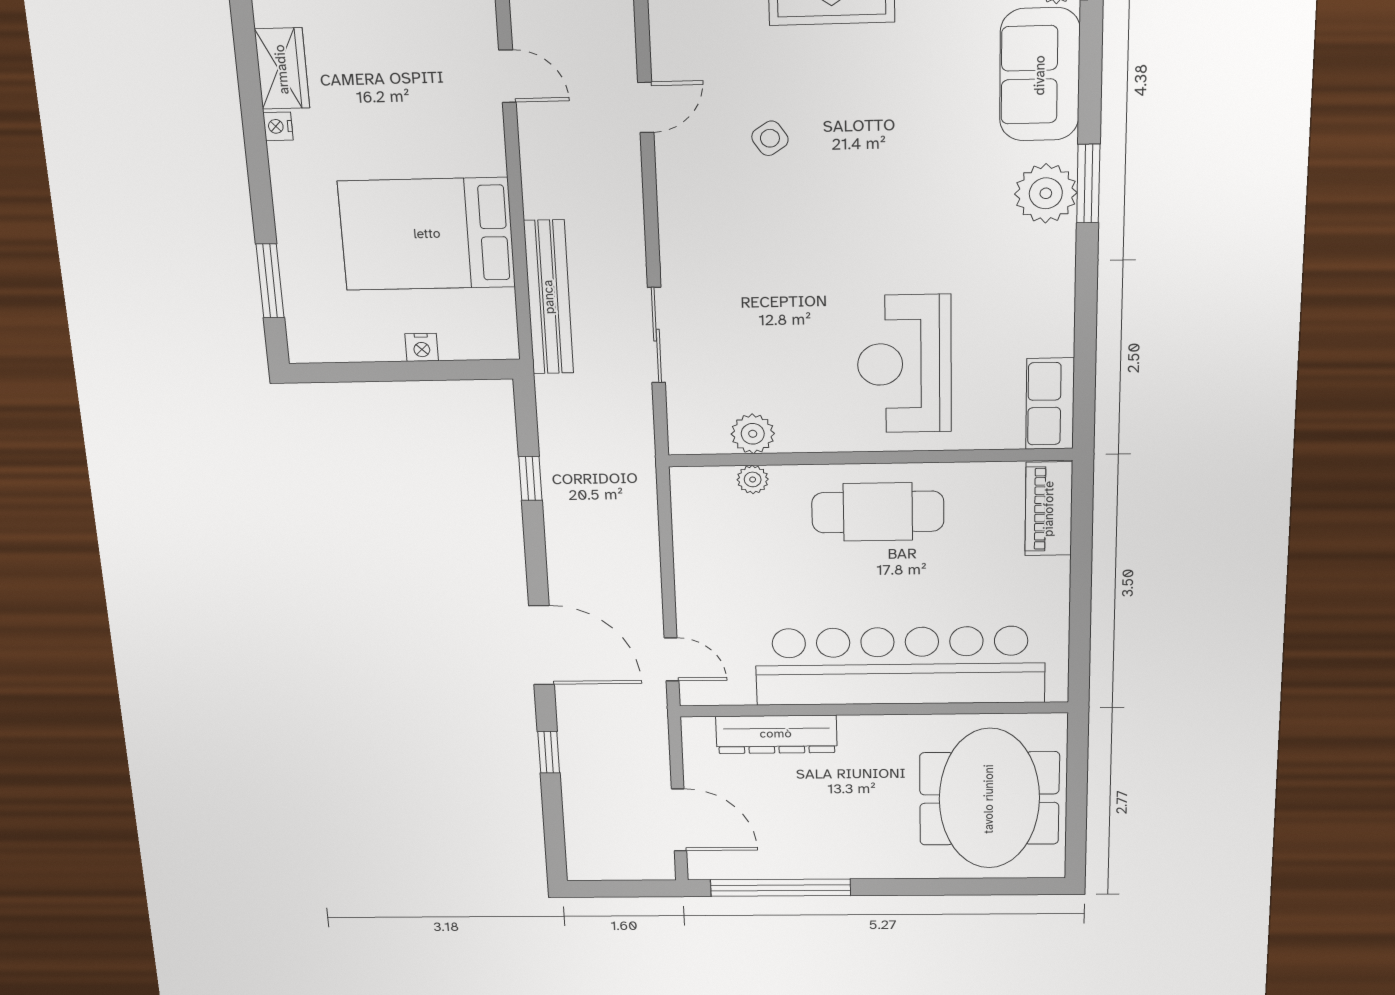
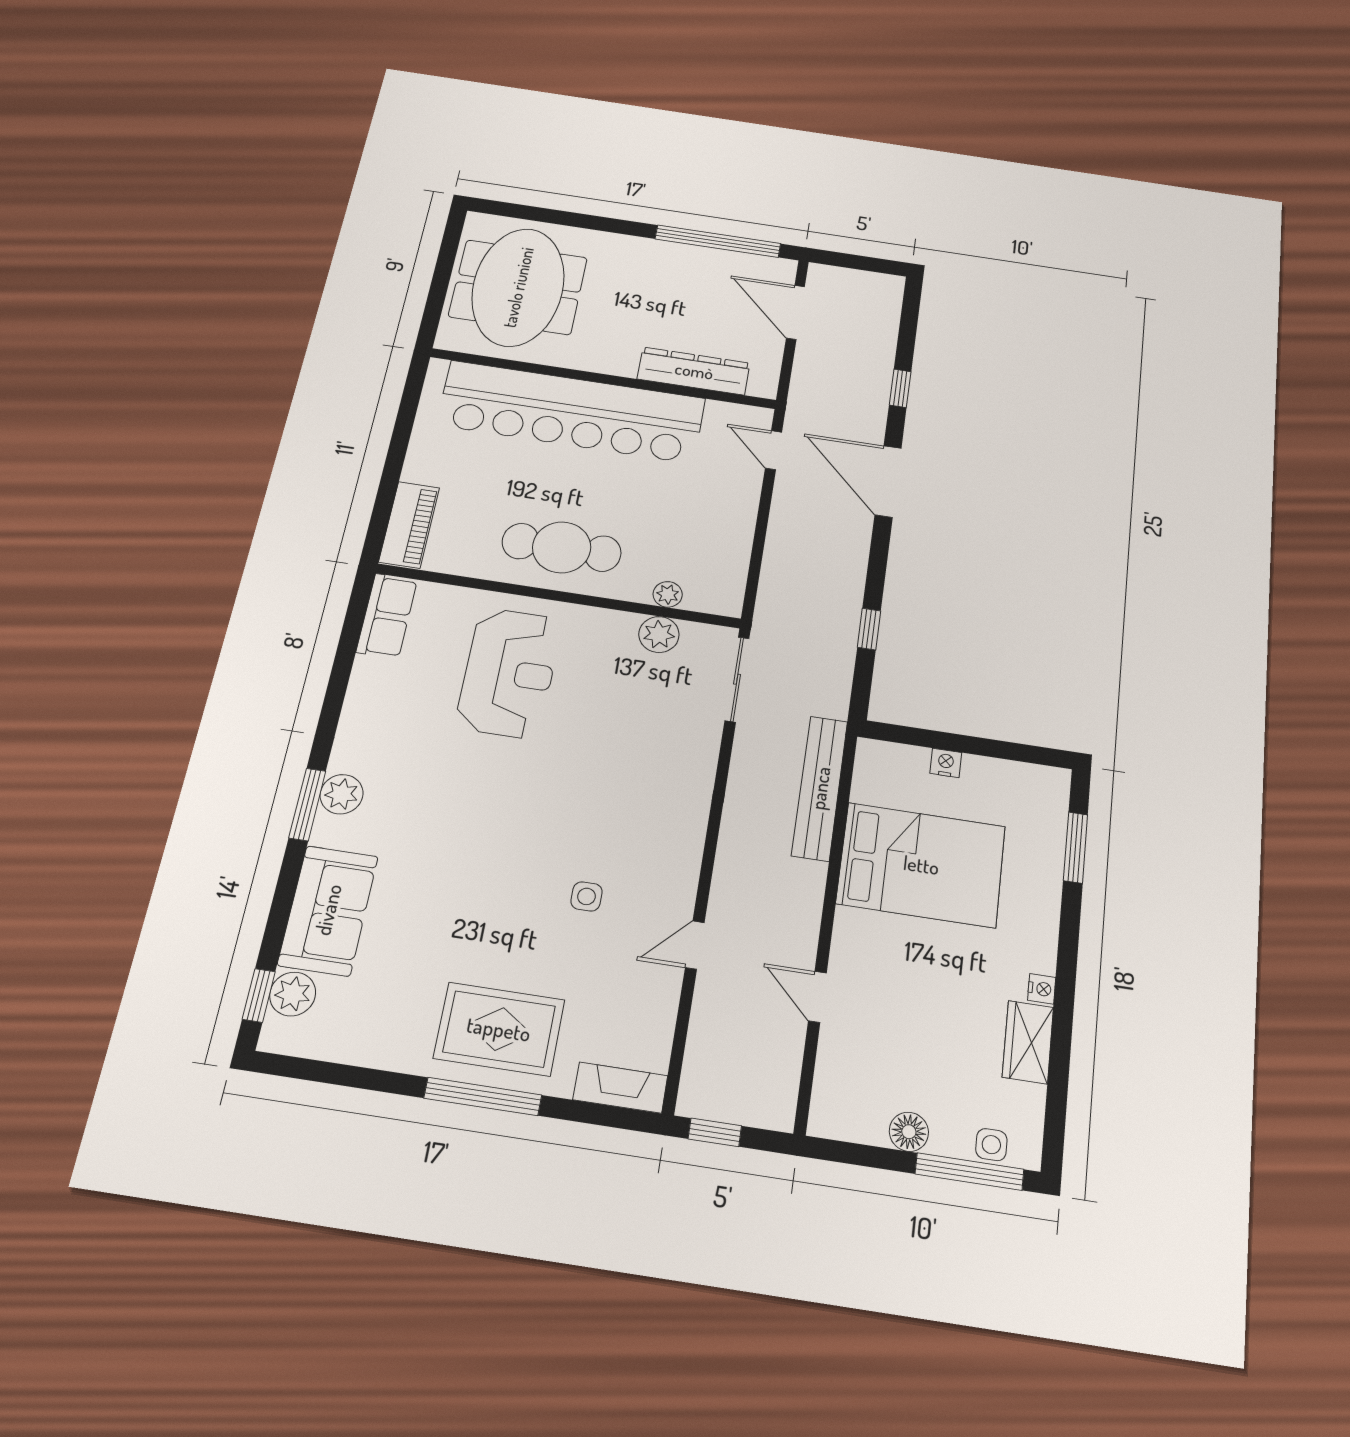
side table: (770, 138) -> (586, 896), turned 34
plant: (1046, 193) -> (342, 794), width x0.73, depth x0.73
sliding door: (656, 335) -> (737, 679), moved

